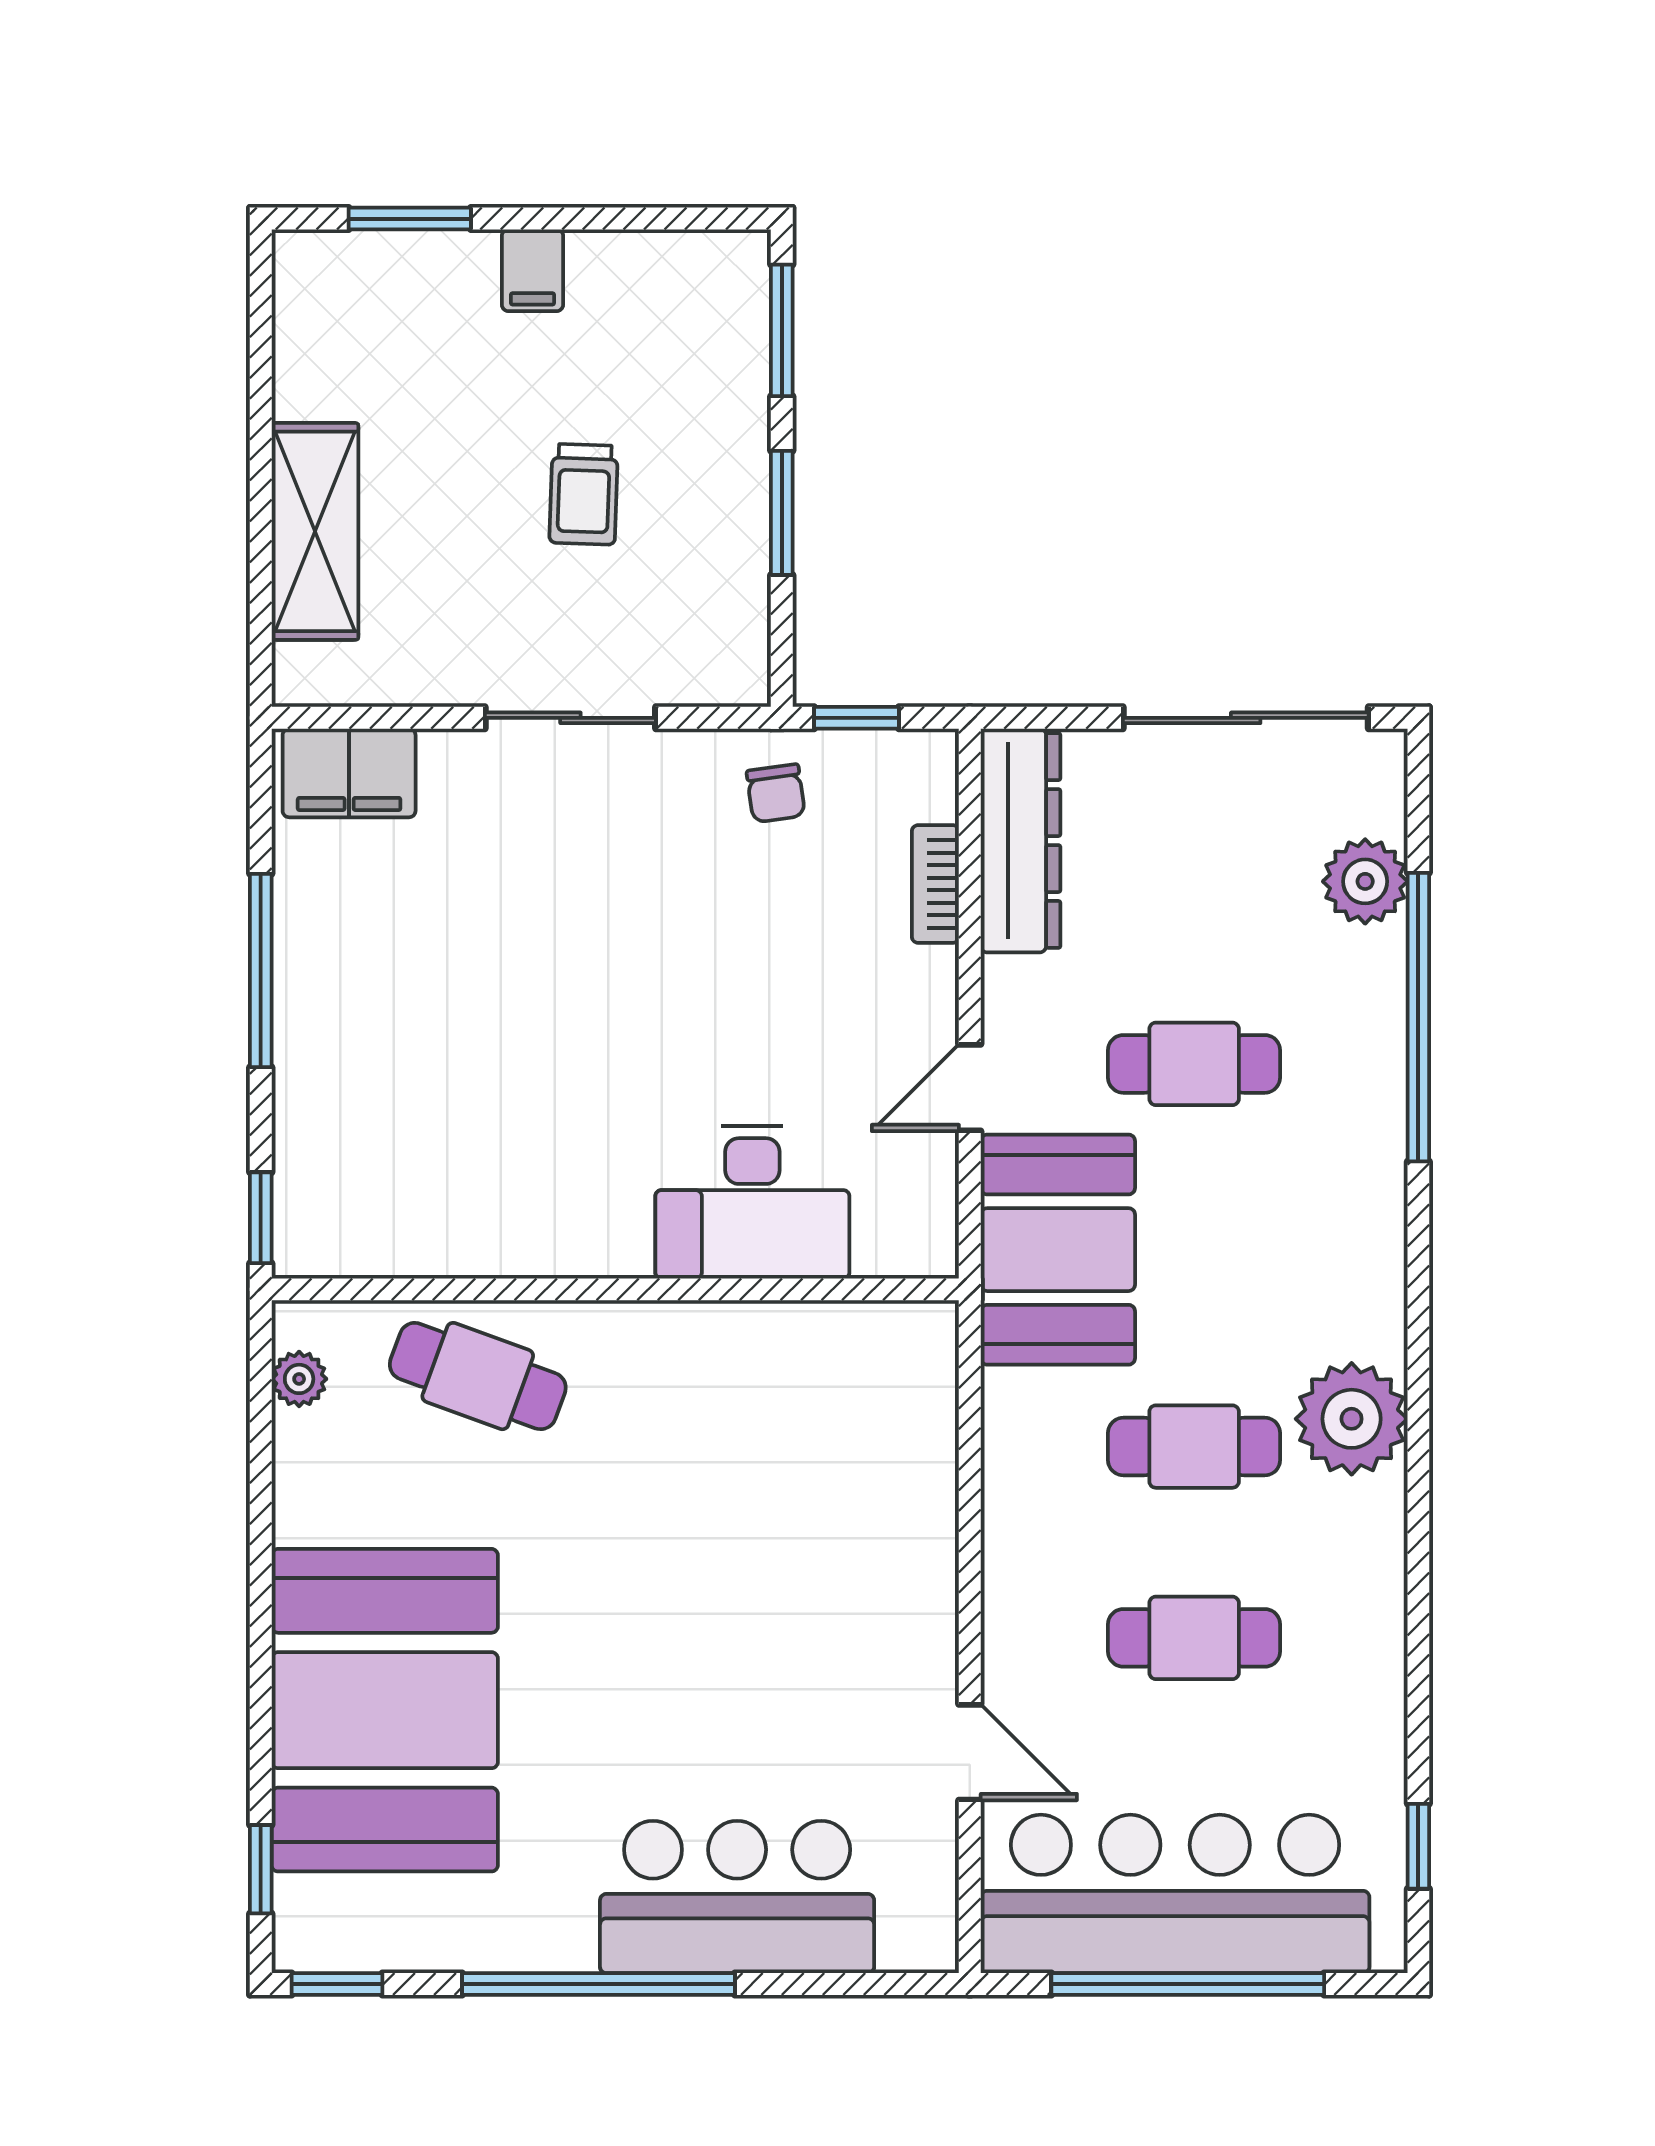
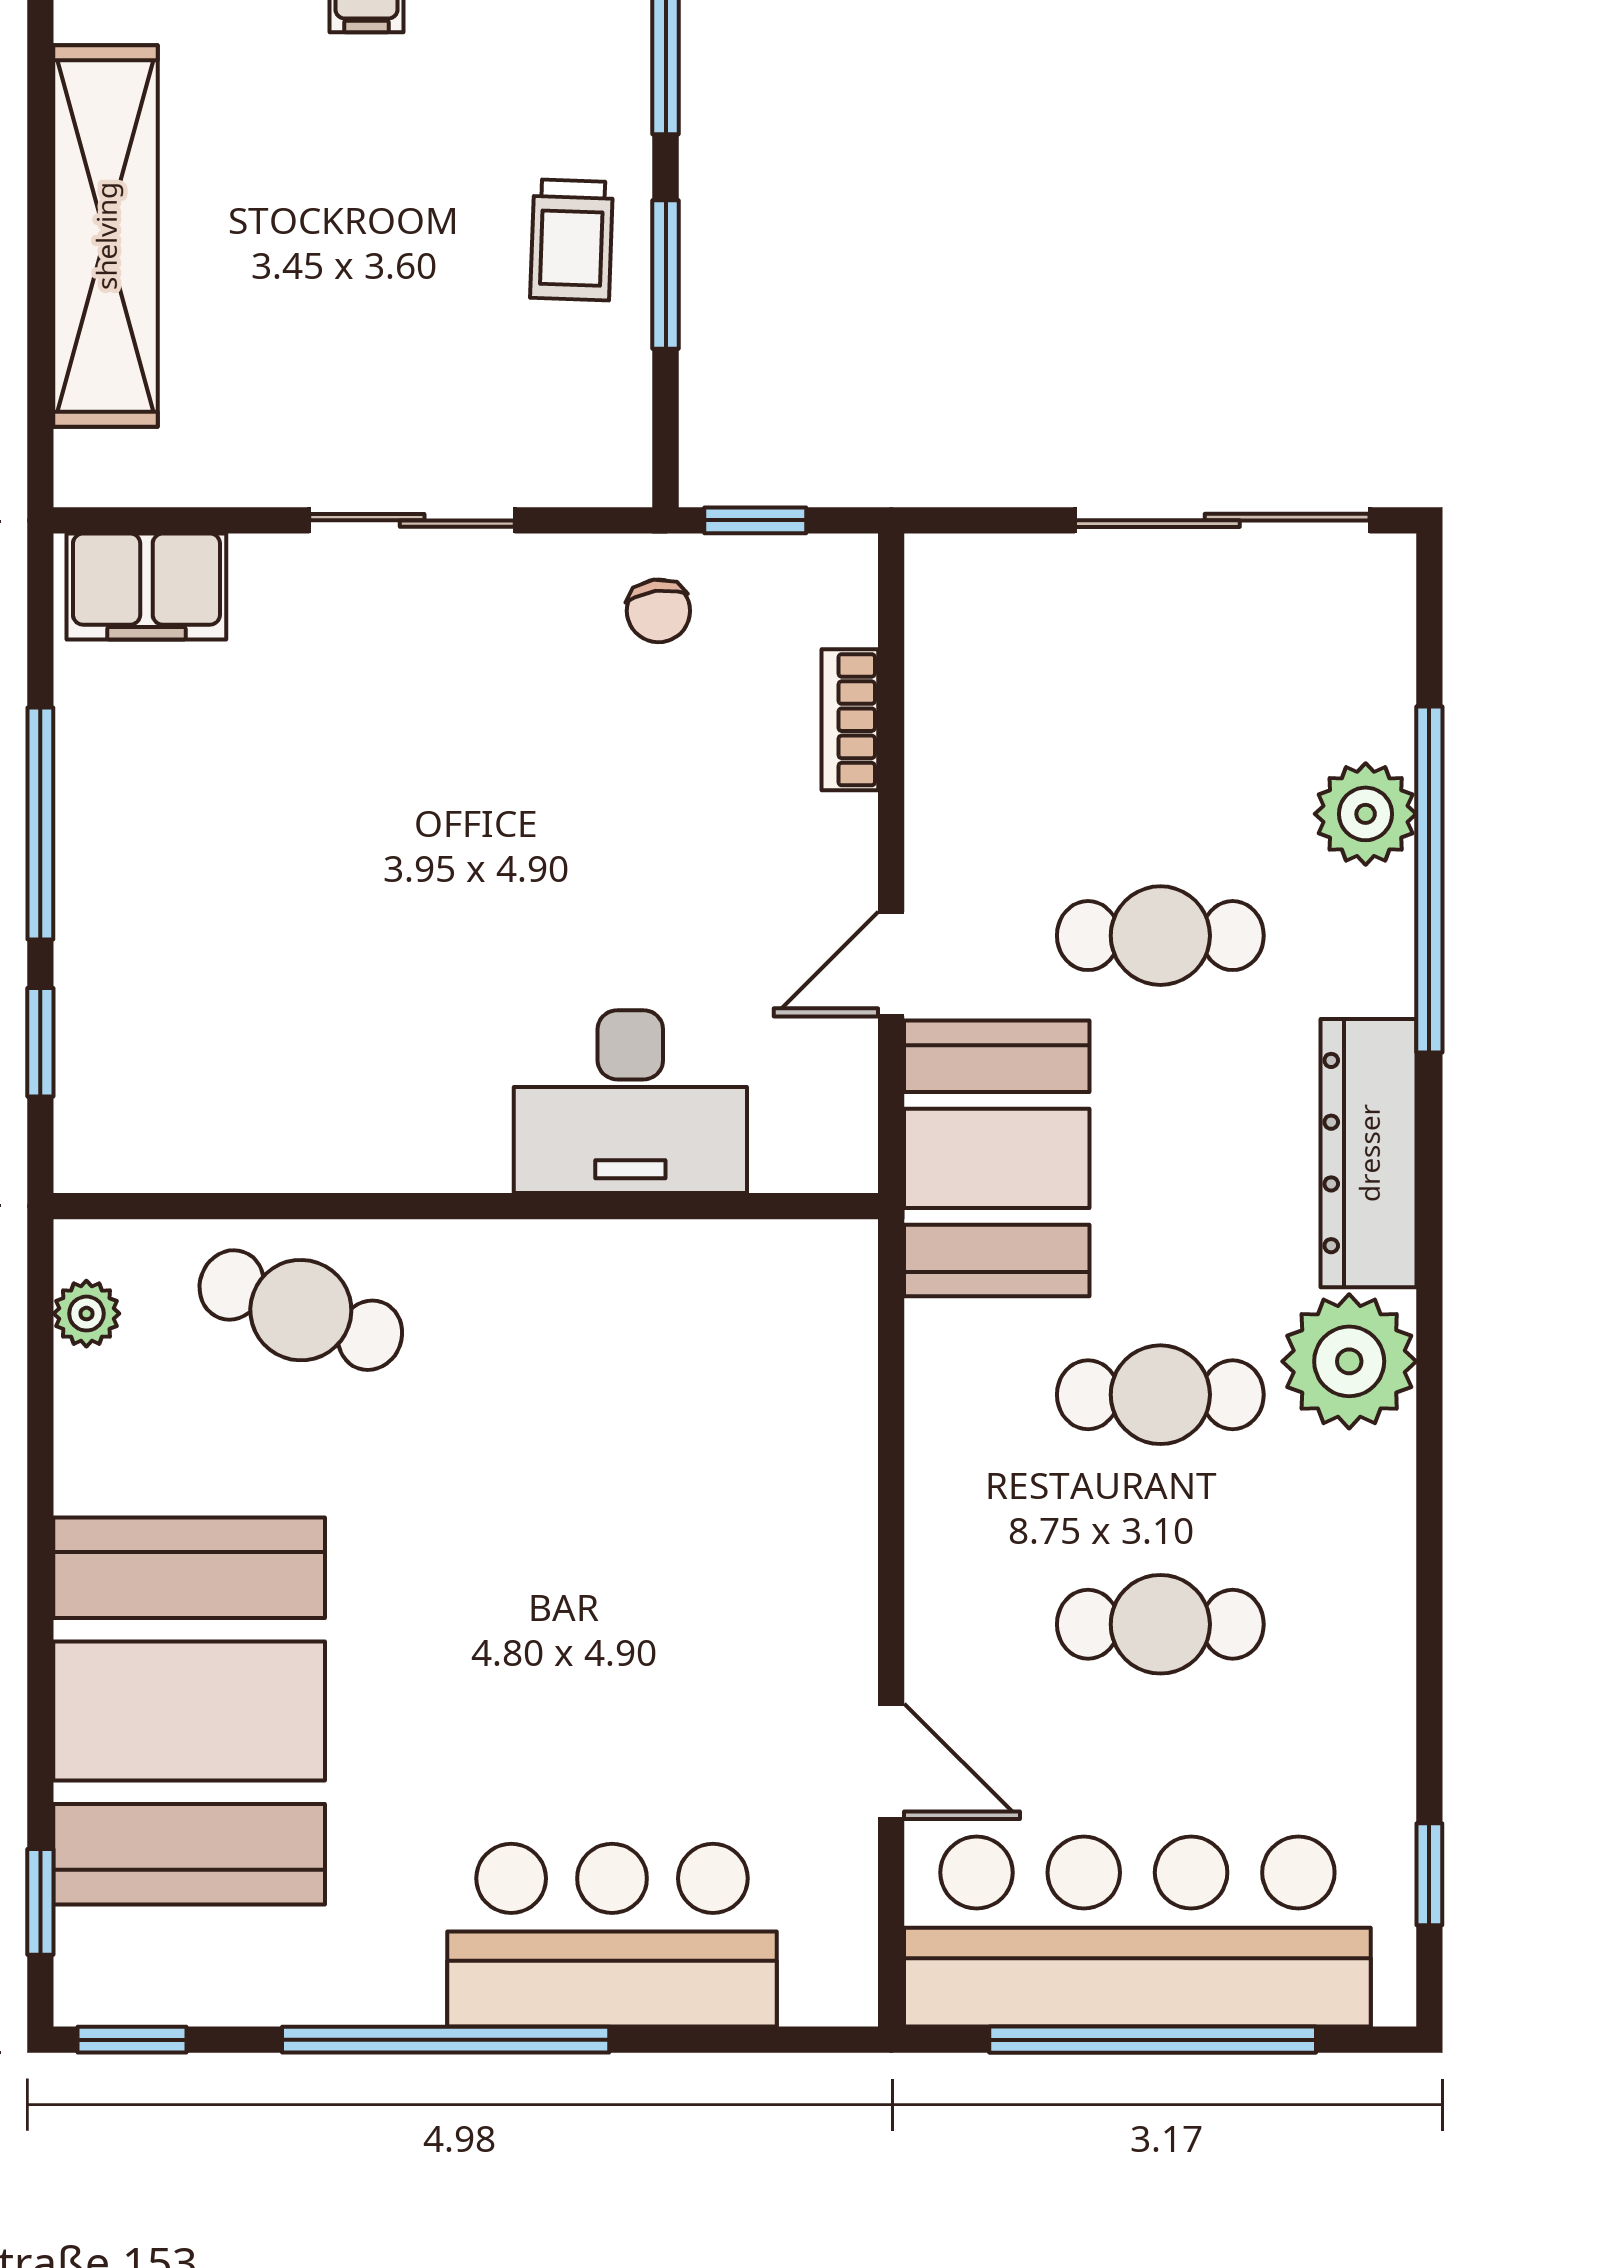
trolley: (584, 494) -> (572, 240), moved
shelving: (315, 531) -> (106, 236), width x1.47
dresser: (1021, 841) -> (1369, 1153), moved, turned 180
plant: (1365, 881) -> (1366, 814), moved
window: (261, 1218) -> (40, 1042), moved

